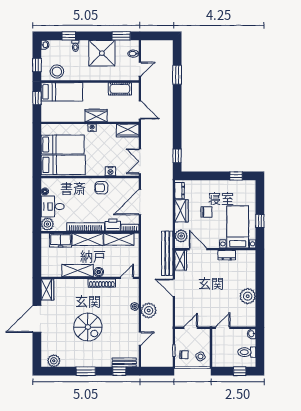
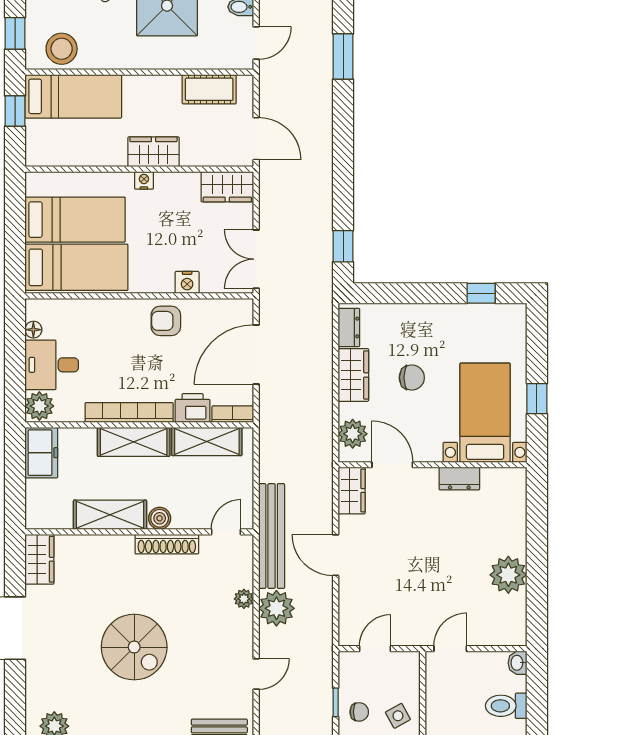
freezer: (61, 240) -> (41, 453), moved, turned -90
bench: (167, 253) -> (272, 536), moved

